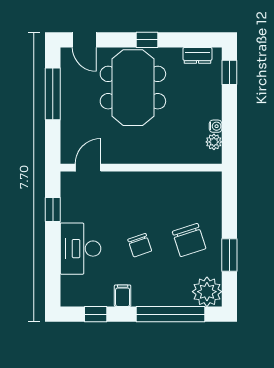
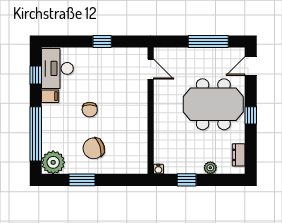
window: (229, 72) -> (187, 180), moved
water cooler: (216, 126) -> (158, 169), moved
plant: (214, 142) -> (210, 168), moved
window: (53, 210) -> (102, 41), moved
chair: (140, 245) -> (90, 110), turned -71
desk: (80, 249) -> (57, 68), moved, turned -90

